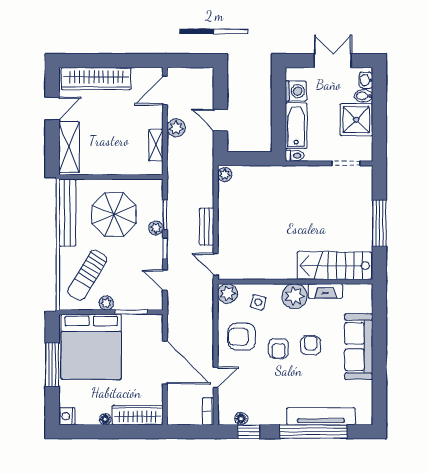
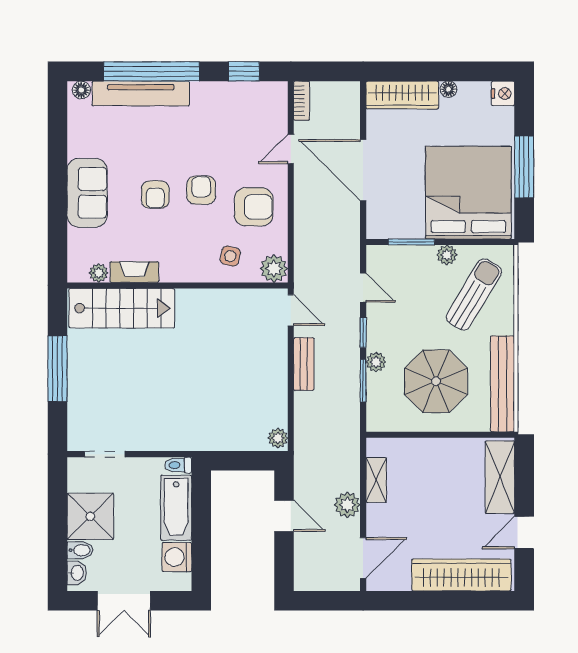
plant: (294, 296) -> (99, 273), moved, width x0.53, depth x0.53
sofa: (359, 347) -> (87, 193), width x0.73
floor lamp: (241, 419) -> (81, 90), moved

